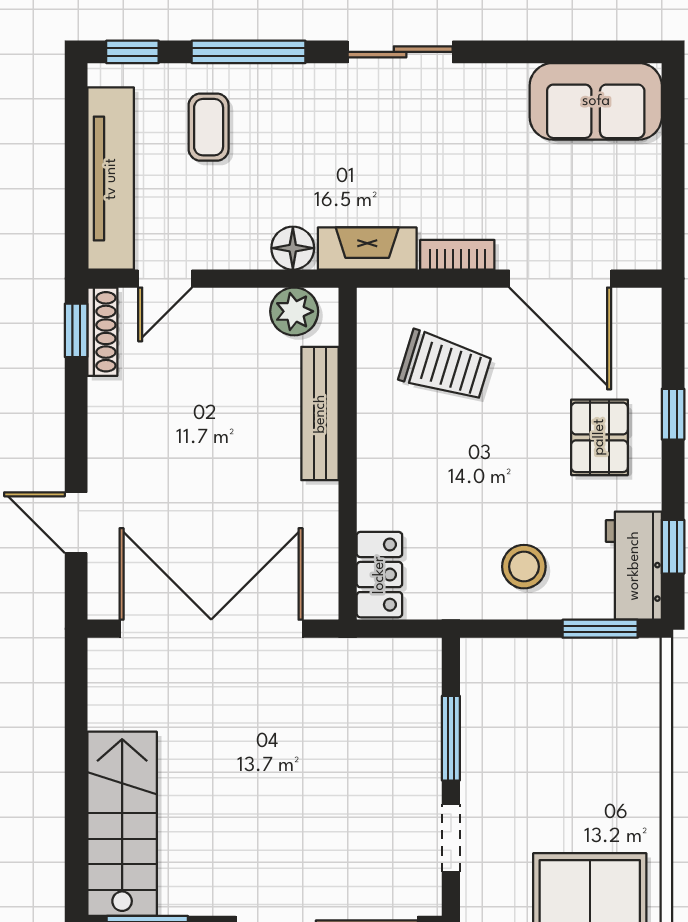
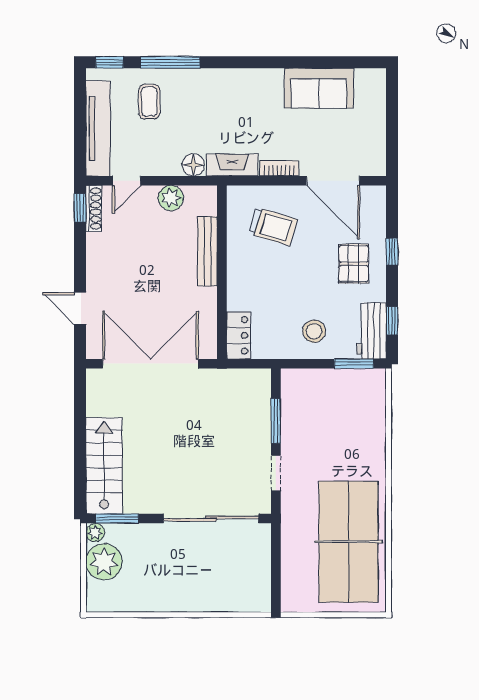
sliding door: (400, 52) -> (249, 62), removed
sofa: (596, 101) -> (319, 88), moved
plant: (294, 311) -> (171, 198), moved

